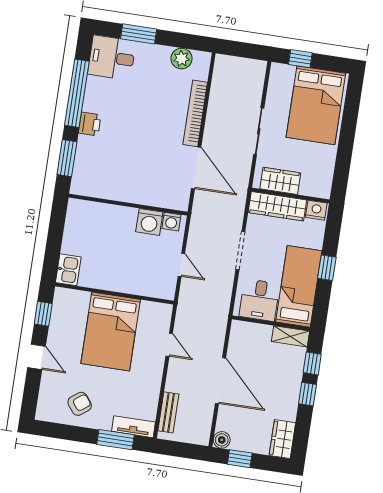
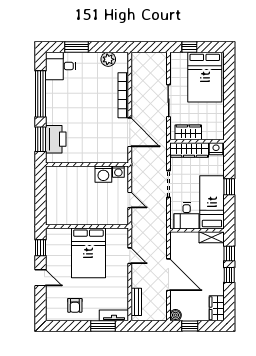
printer: (90, 124) -> (56, 139), moved, width x1.87, depth x1.48
kitchen sink: (68, 270) -> (53, 215), removed
armchair: (80, 404) -> (75, 305), turned 127

